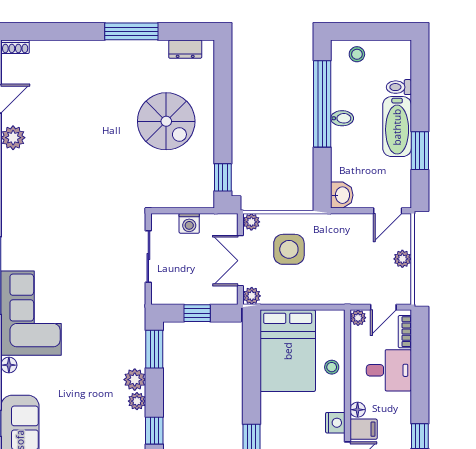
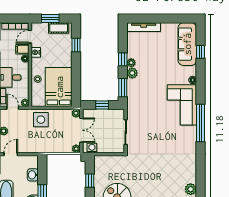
window: (223, 177) -> (90, 181), moved
washbasin: (342, 195) -> (33, 175), moved
washing machine: (189, 223) -> (92, 148), moved
side table: (289, 249) -> (41, 120), moved
door: (383, 307) -> (13, 108), hinge flipped
window: (154, 431) -> (123, 59), moved

